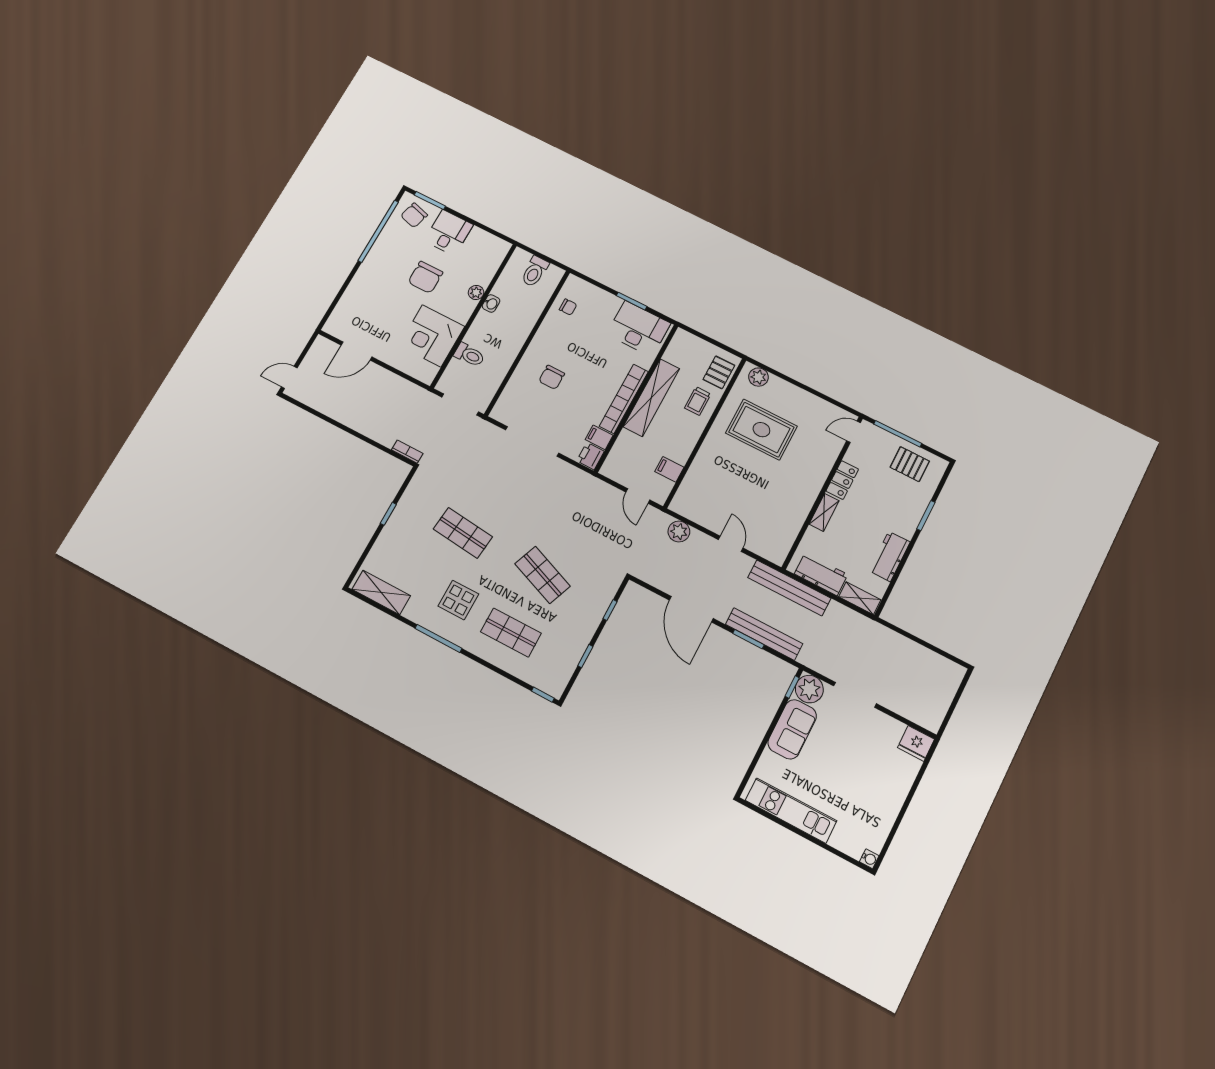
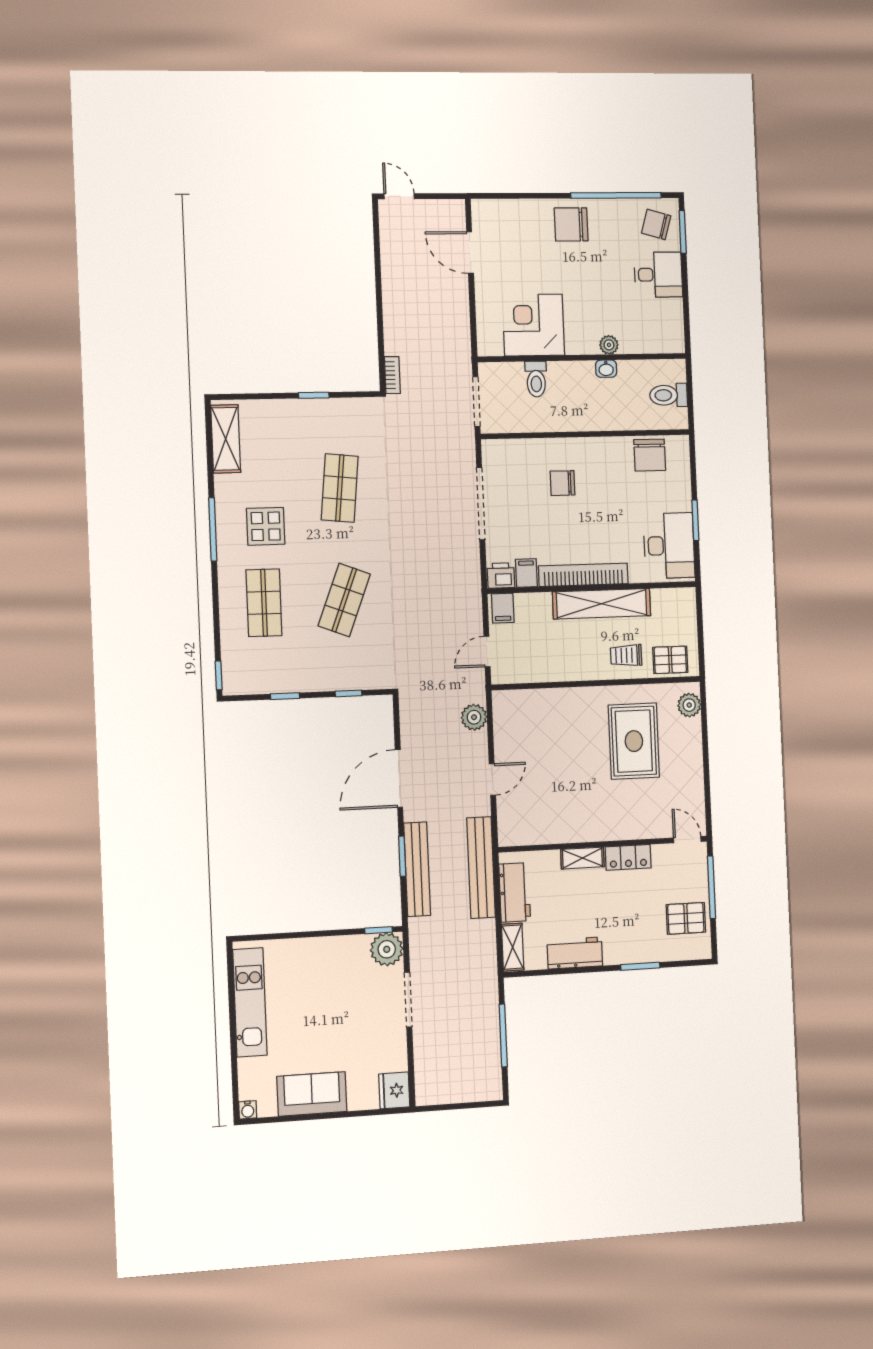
chair: (425, 277) -> (571, 224), moved
chair: (568, 307) -> (650, 455), width x1.87, depth x1.87
pallet: (910, 464) -> (686, 918), turned 90
filing cabinet: (669, 469) -> (503, 608), moved, turned 180
window: (920, 642) -> (503, 1035), added
sofa: (792, 729) -> (312, 1094), moved, turned 180

